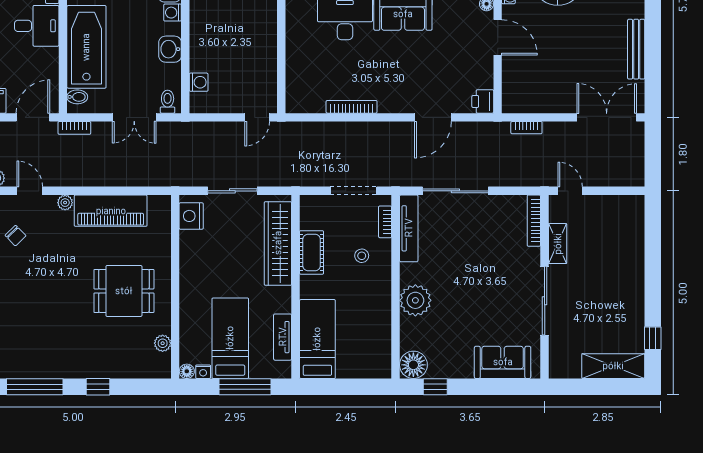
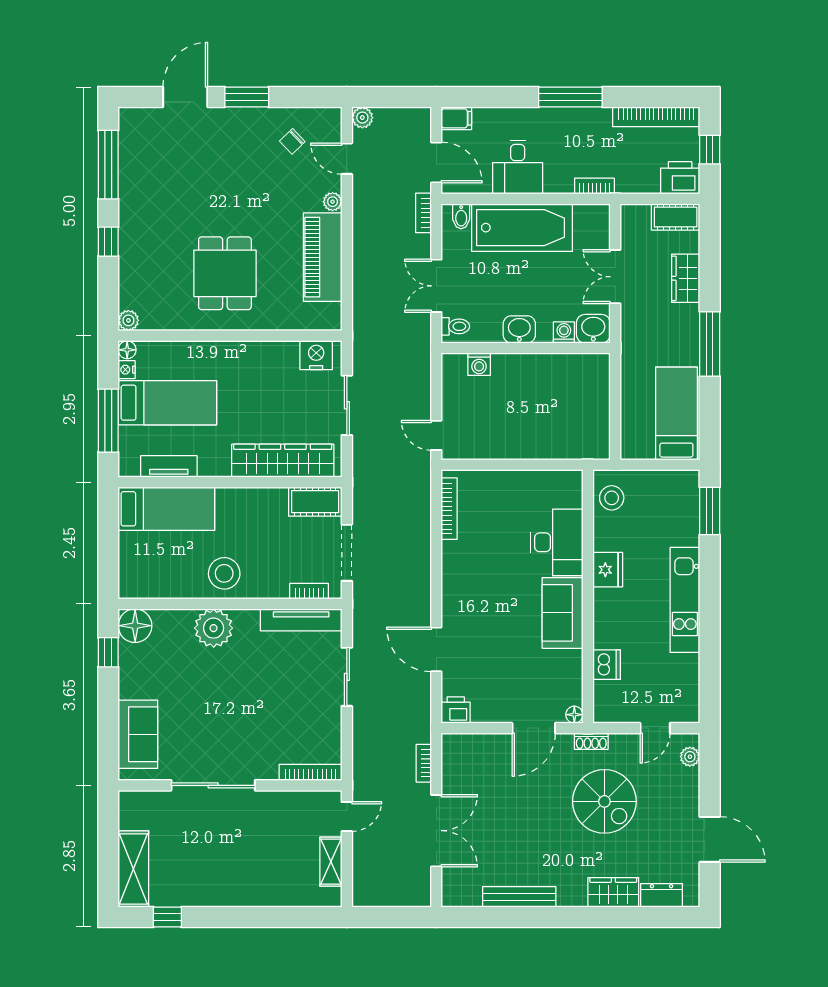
desk: (37, 26) -> (518, 167), moved
bookcase: (352, 107) -> (449, 509), moved
double door: (607, 117) -> (436, 831), moved
door: (30, 191) -> (347, 159), swing flipped
sliding door: (455, 191) -> (347, 677), width x0.73
shelving: (558, 244) -> (331, 862), moved, turned 90
cot: (312, 252) -> (315, 502), moved
stool: (362, 256) -> (224, 573), moved, width x1.89, depth x1.89
plant: (163, 343) -> (128, 320), moved

